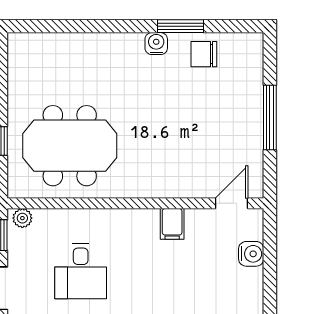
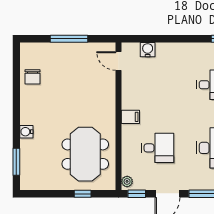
window: (181, 26) -> (16, 162), moved
water cooler: (156, 44) -> (26, 132), moved
filing cabinet: (172, 224) -> (130, 117), moved

